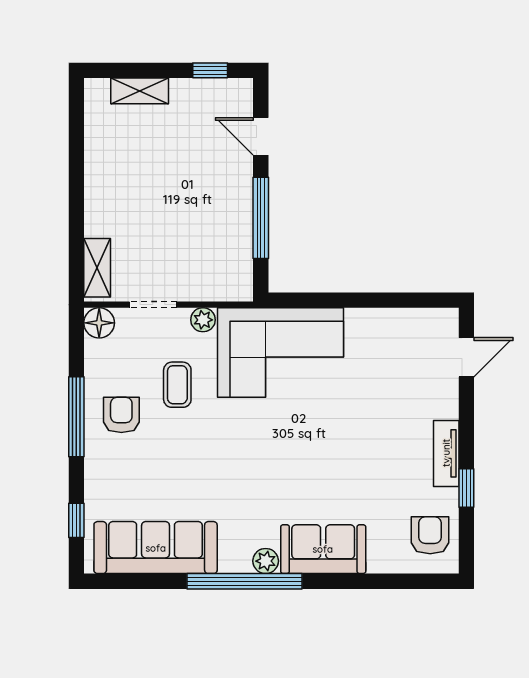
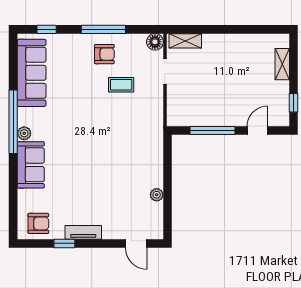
plant: (203, 320) -> (157, 195), moved
corner sofa: (280, 353) -> (139, 141), removed

